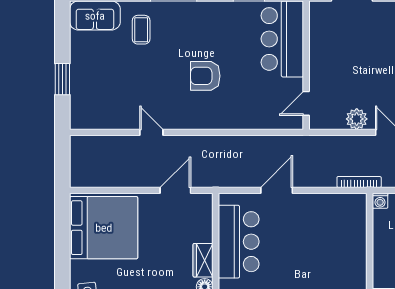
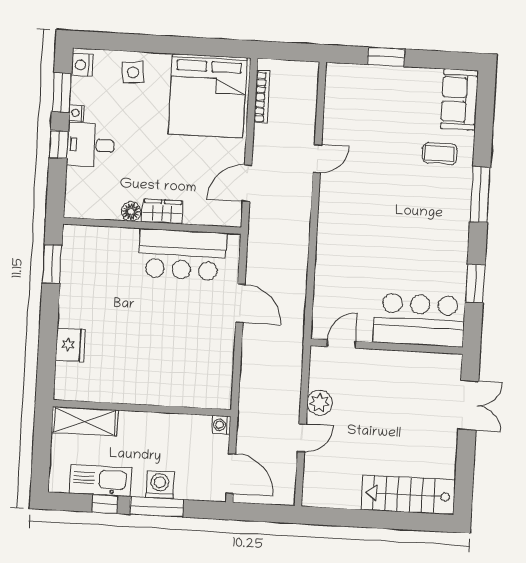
armchair: (205, 76) -> (381, 226), removed
door: (306, 103) -> (341, 344), hinge flipped
bookcase: (359, 182) -> (262, 97), moved
door: (175, 190) -> (247, 183), swing flipped

